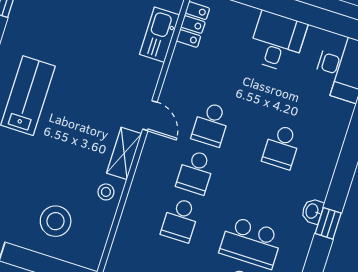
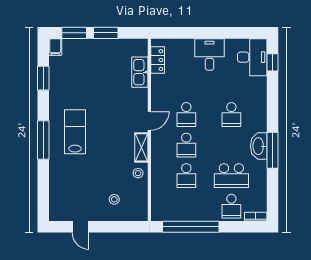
door: (150, 116) -> (149, 121), hinge flipped
washbasin: (312, 211) -> (259, 146), width x1.91, depth x1.45
stool: (56, 221) -> (114, 199), width x0.53, depth x0.53
window: (328, 223) -> (273, 150), width x2.17

